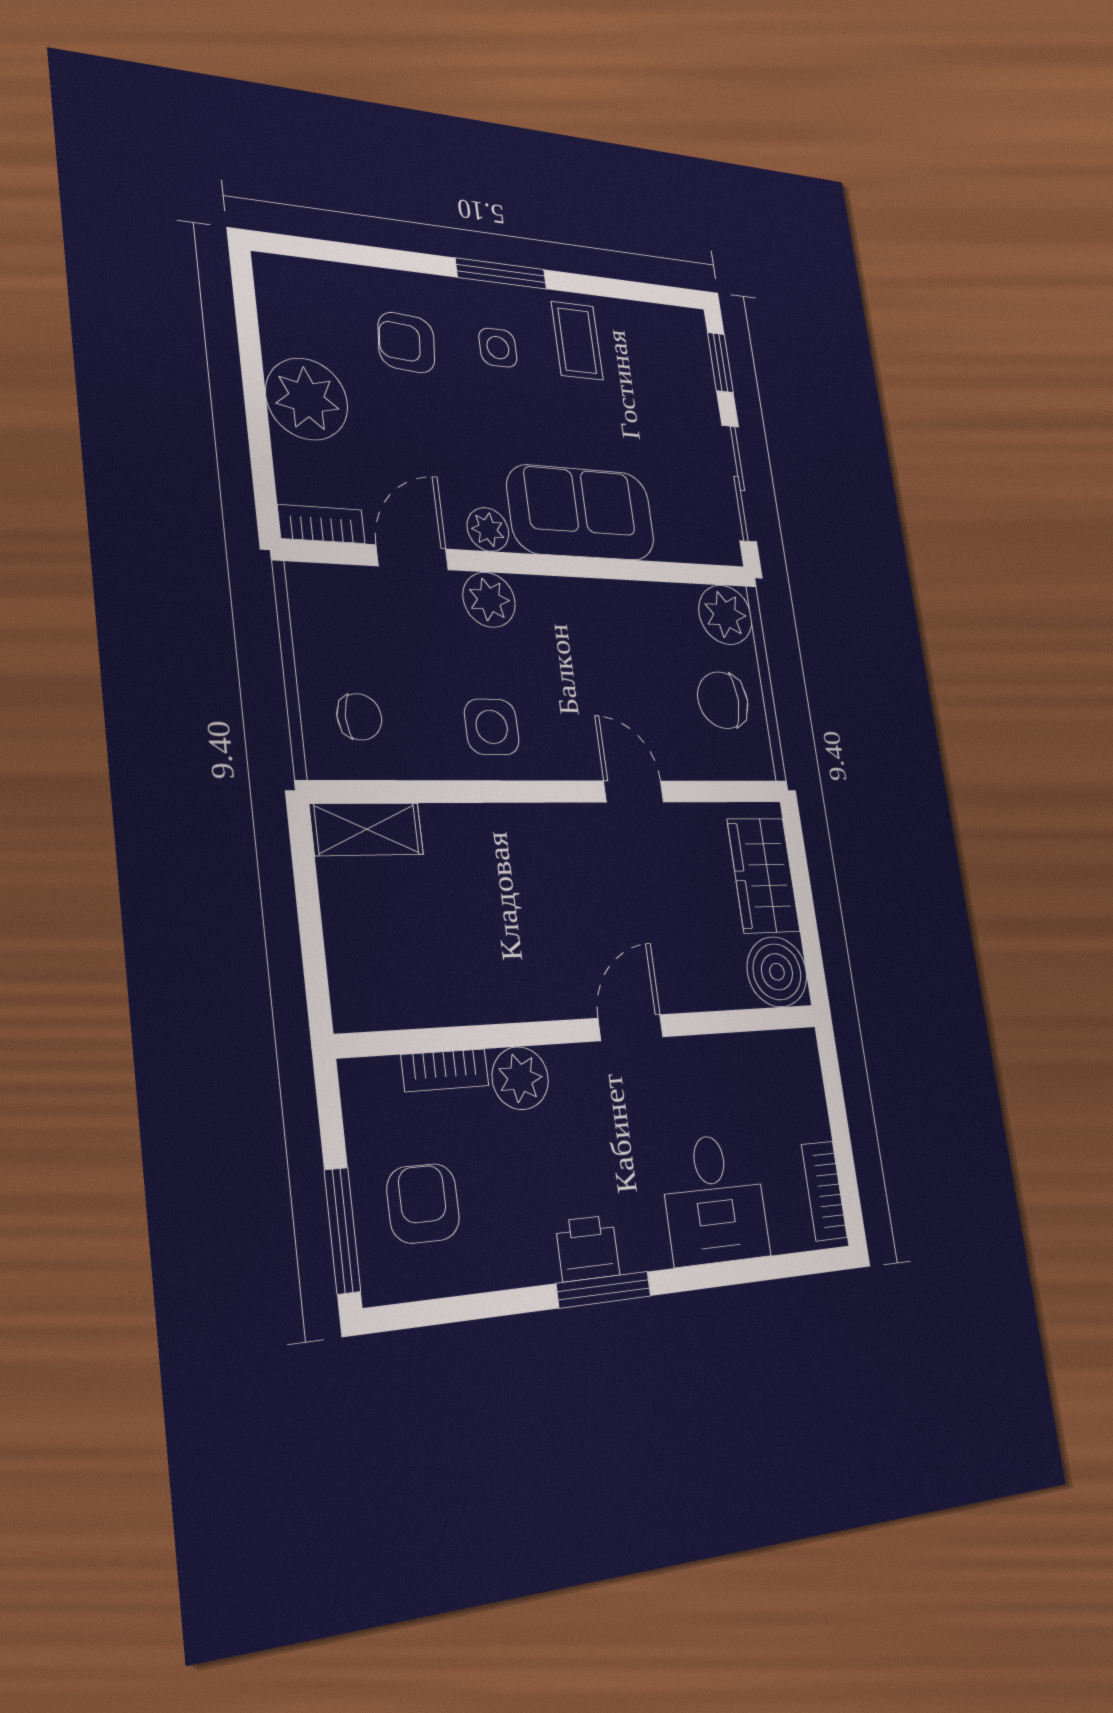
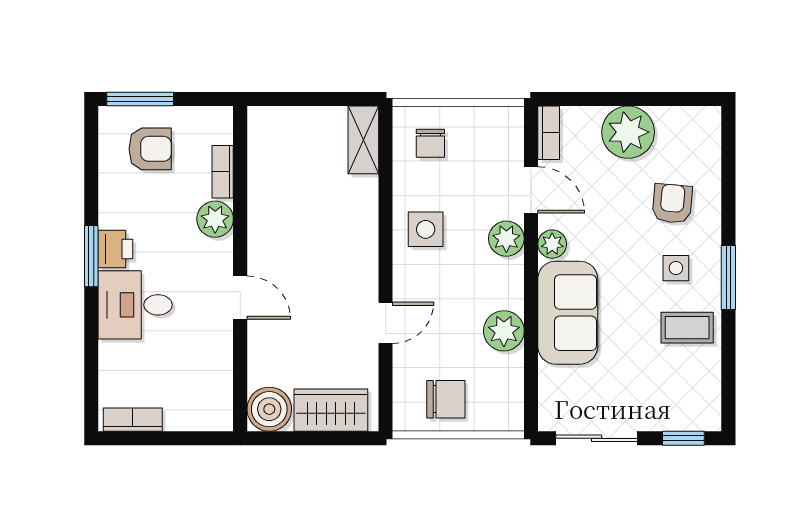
plant: (725, 615) -> (504, 331), moved
chair: (723, 700) -> (446, 399), turned 90
desk: (714, 1199) -> (135, 305), moved

